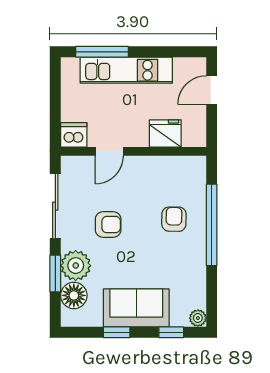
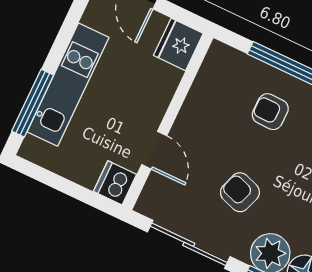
fridge: (165, 133) -> (178, 44), moved
armchair: (108, 225) -> (240, 192), turned -71

